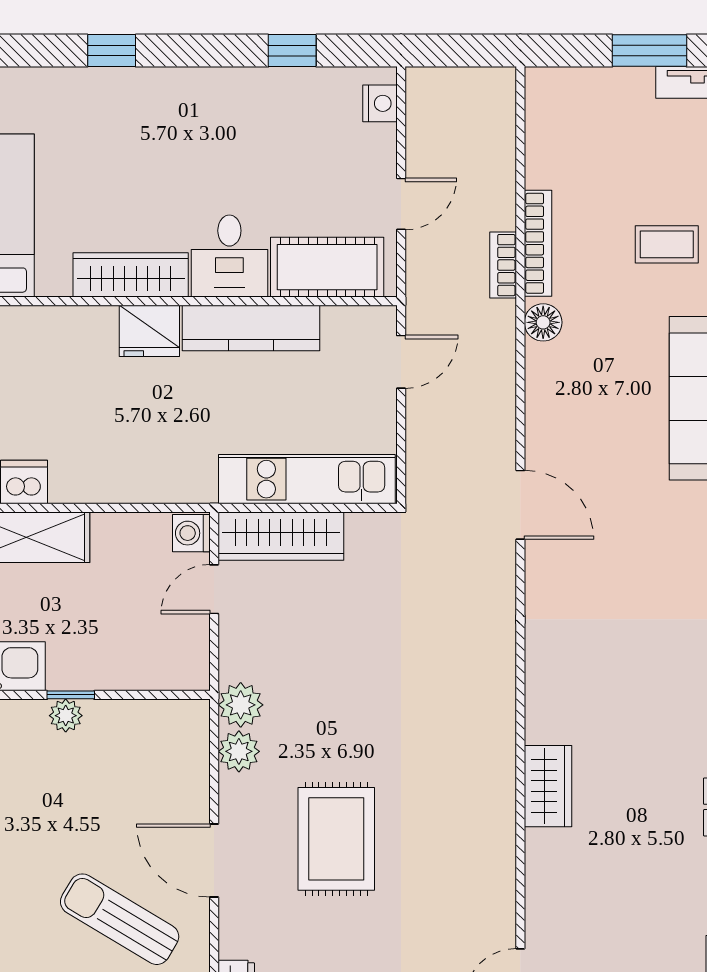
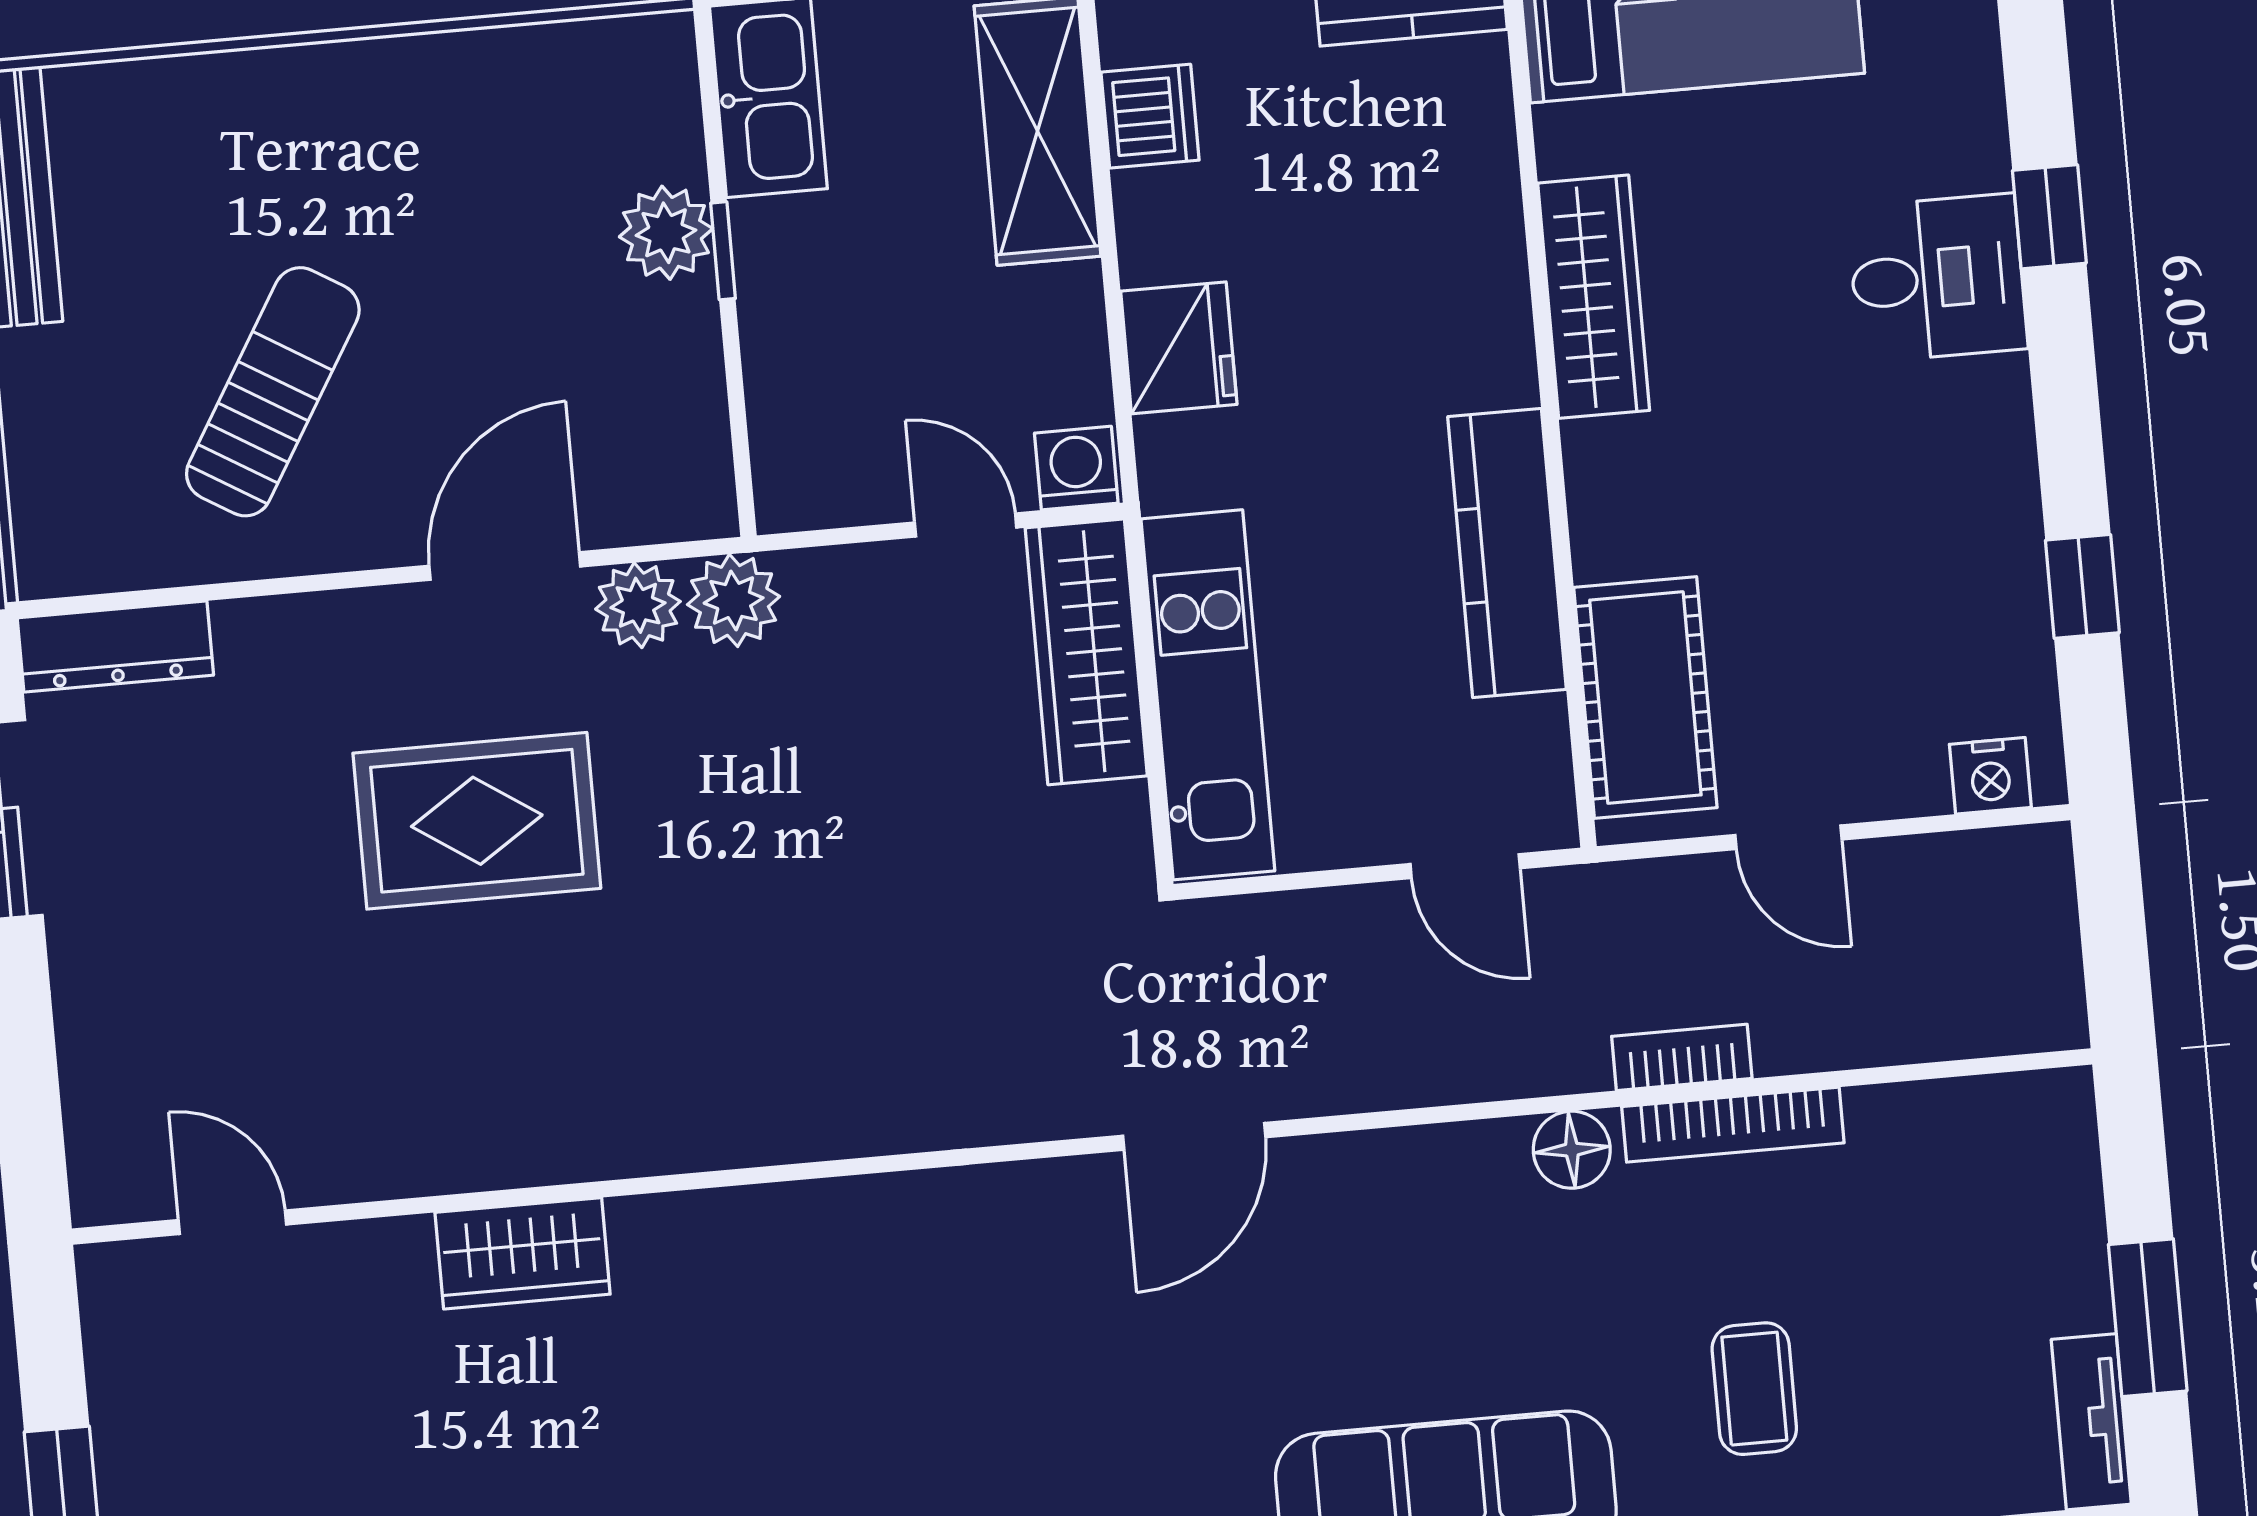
desk: (229, 256) -> (1937, 278), moved, turned 180
fridge: (149, 331) -> (1179, 348), moved, turned 180
plant: (66, 716) -> (666, 233), width x1.38, depth x1.38
wardrobe: (548, 786) -> (523, 1253), moved
door: (214, 861) -> (505, 566), moved

